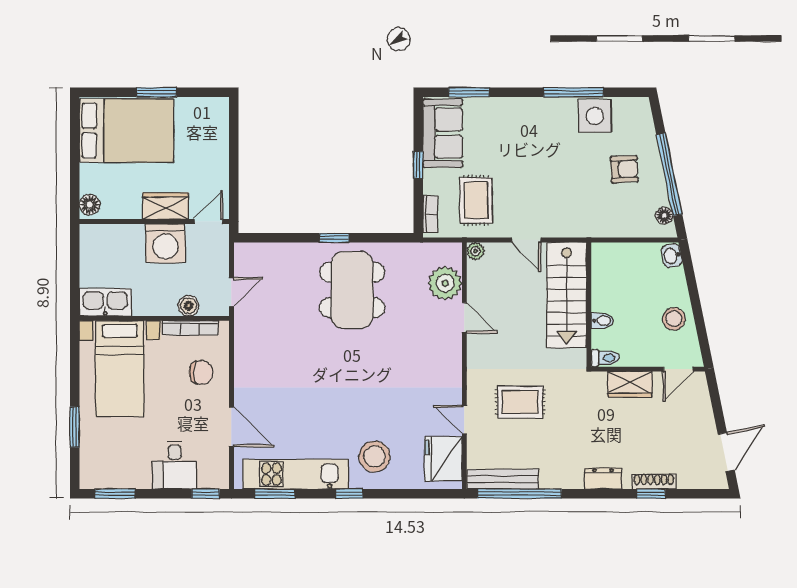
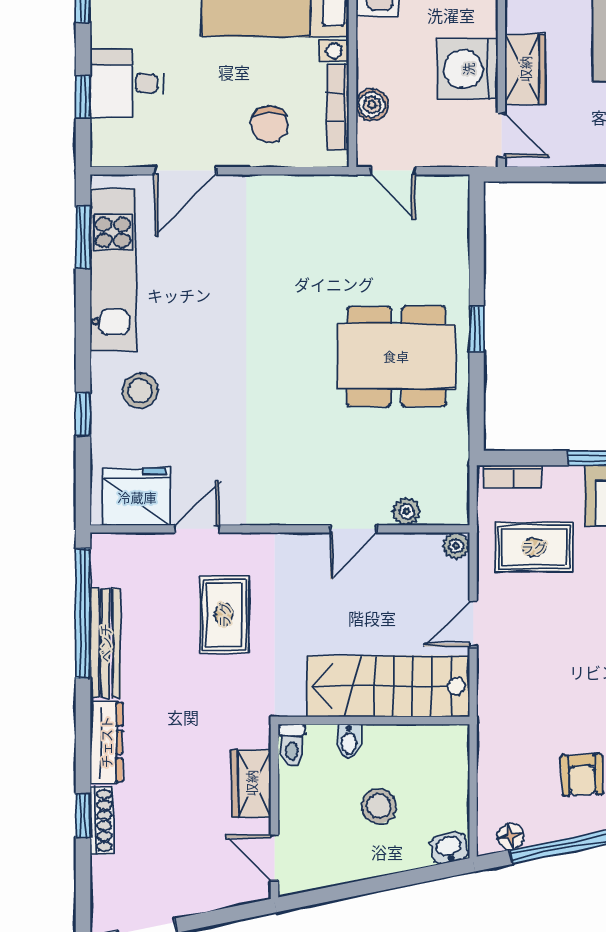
plant: (445, 283) -> (407, 511), width x0.53, depth x0.53
stool: (674, 319) -> (379, 806), moved
stool: (375, 456) -> (140, 391), width x0.73, depth x0.73
dresser: (603, 478) -> (106, 742), width x1.44
bench: (503, 479) -> (105, 643), moved
window: (206, 494) -> (83, 97), moved
window: (349, 494) -> (83, 414), moved

